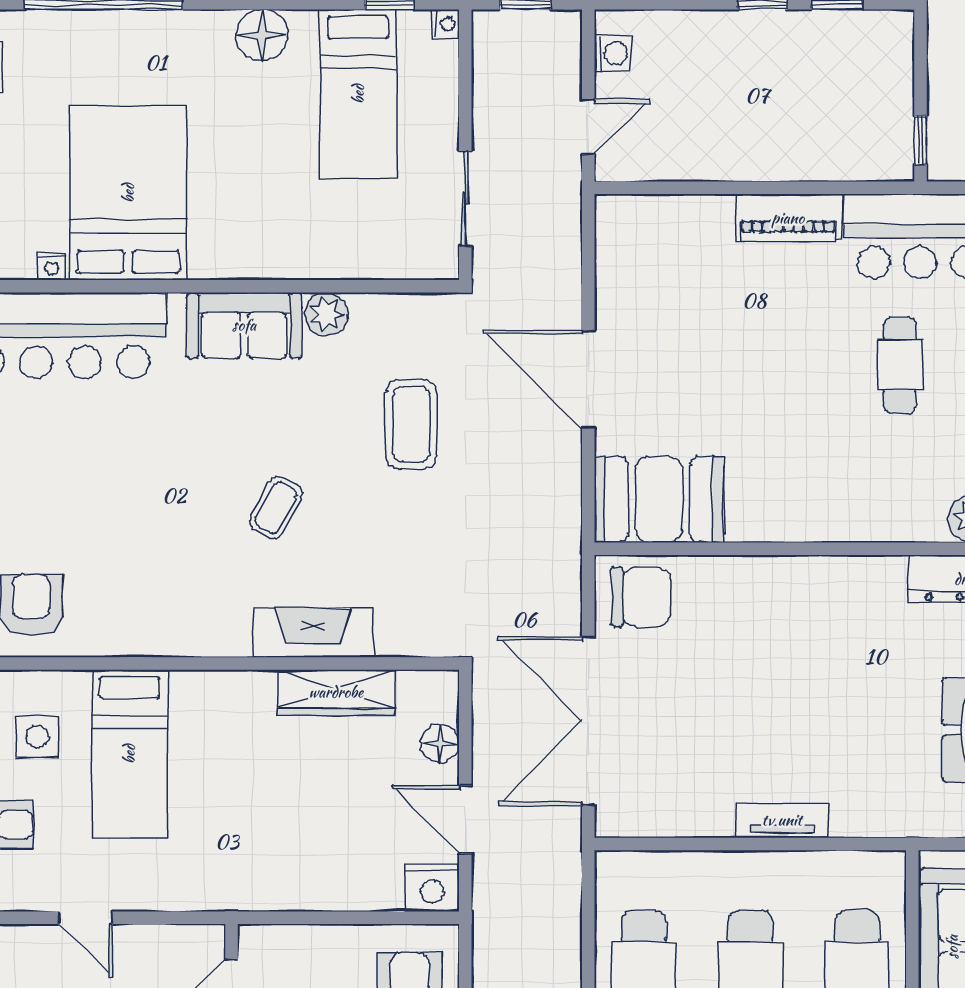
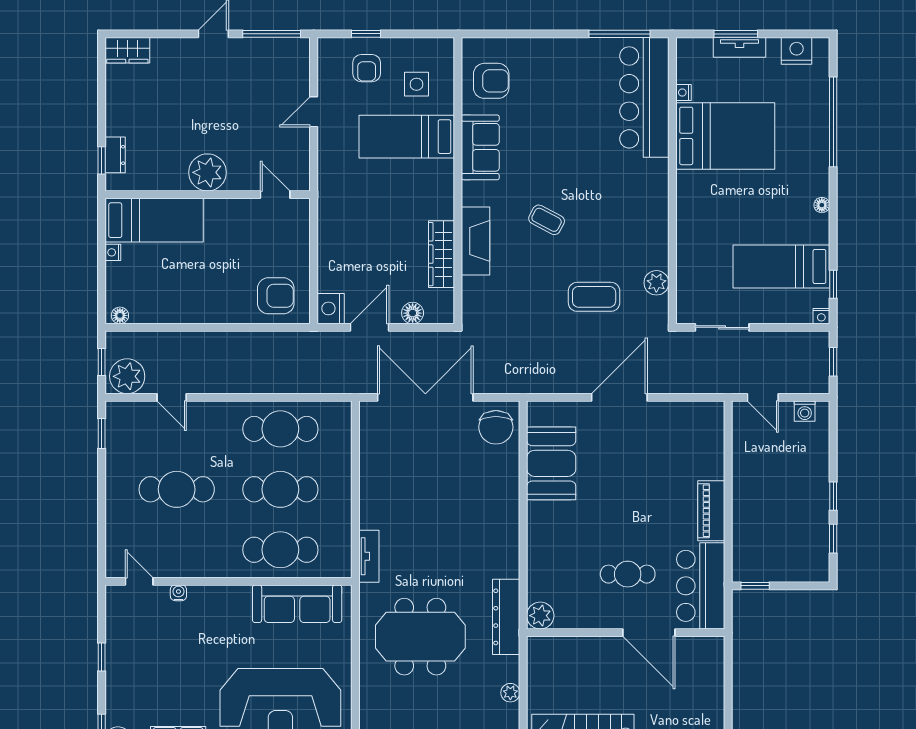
floor lamp: (262, 35) -> (822, 205), width x0.53, depth x0.53
plant: (326, 314) -> (656, 283), moved
sofa: (244, 325) -> (480, 147), moved, turned 180
booth: (659, 499) -> (551, 463), moved
tv unit: (782, 820) -> (369, 556), moved

